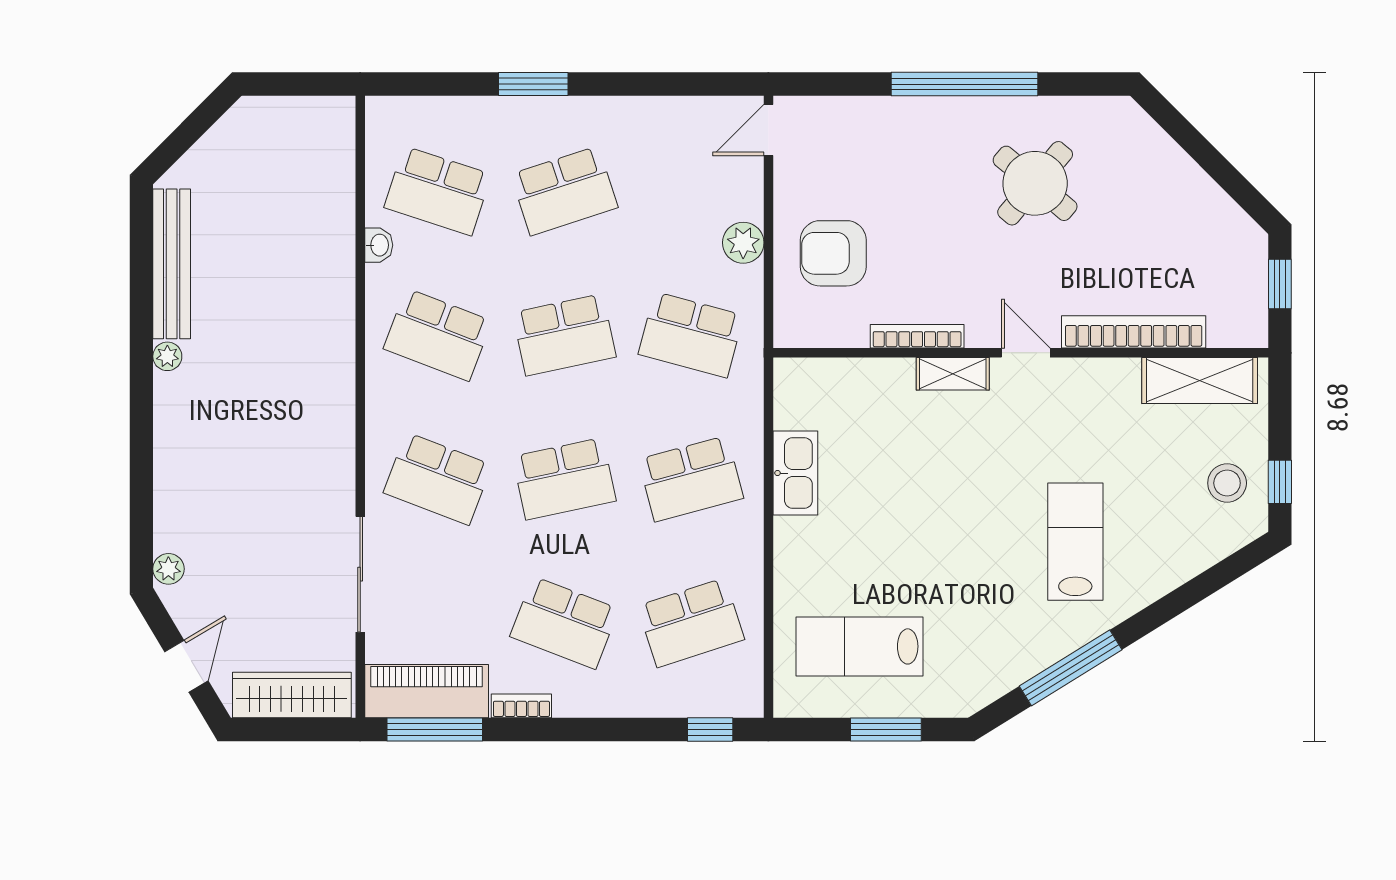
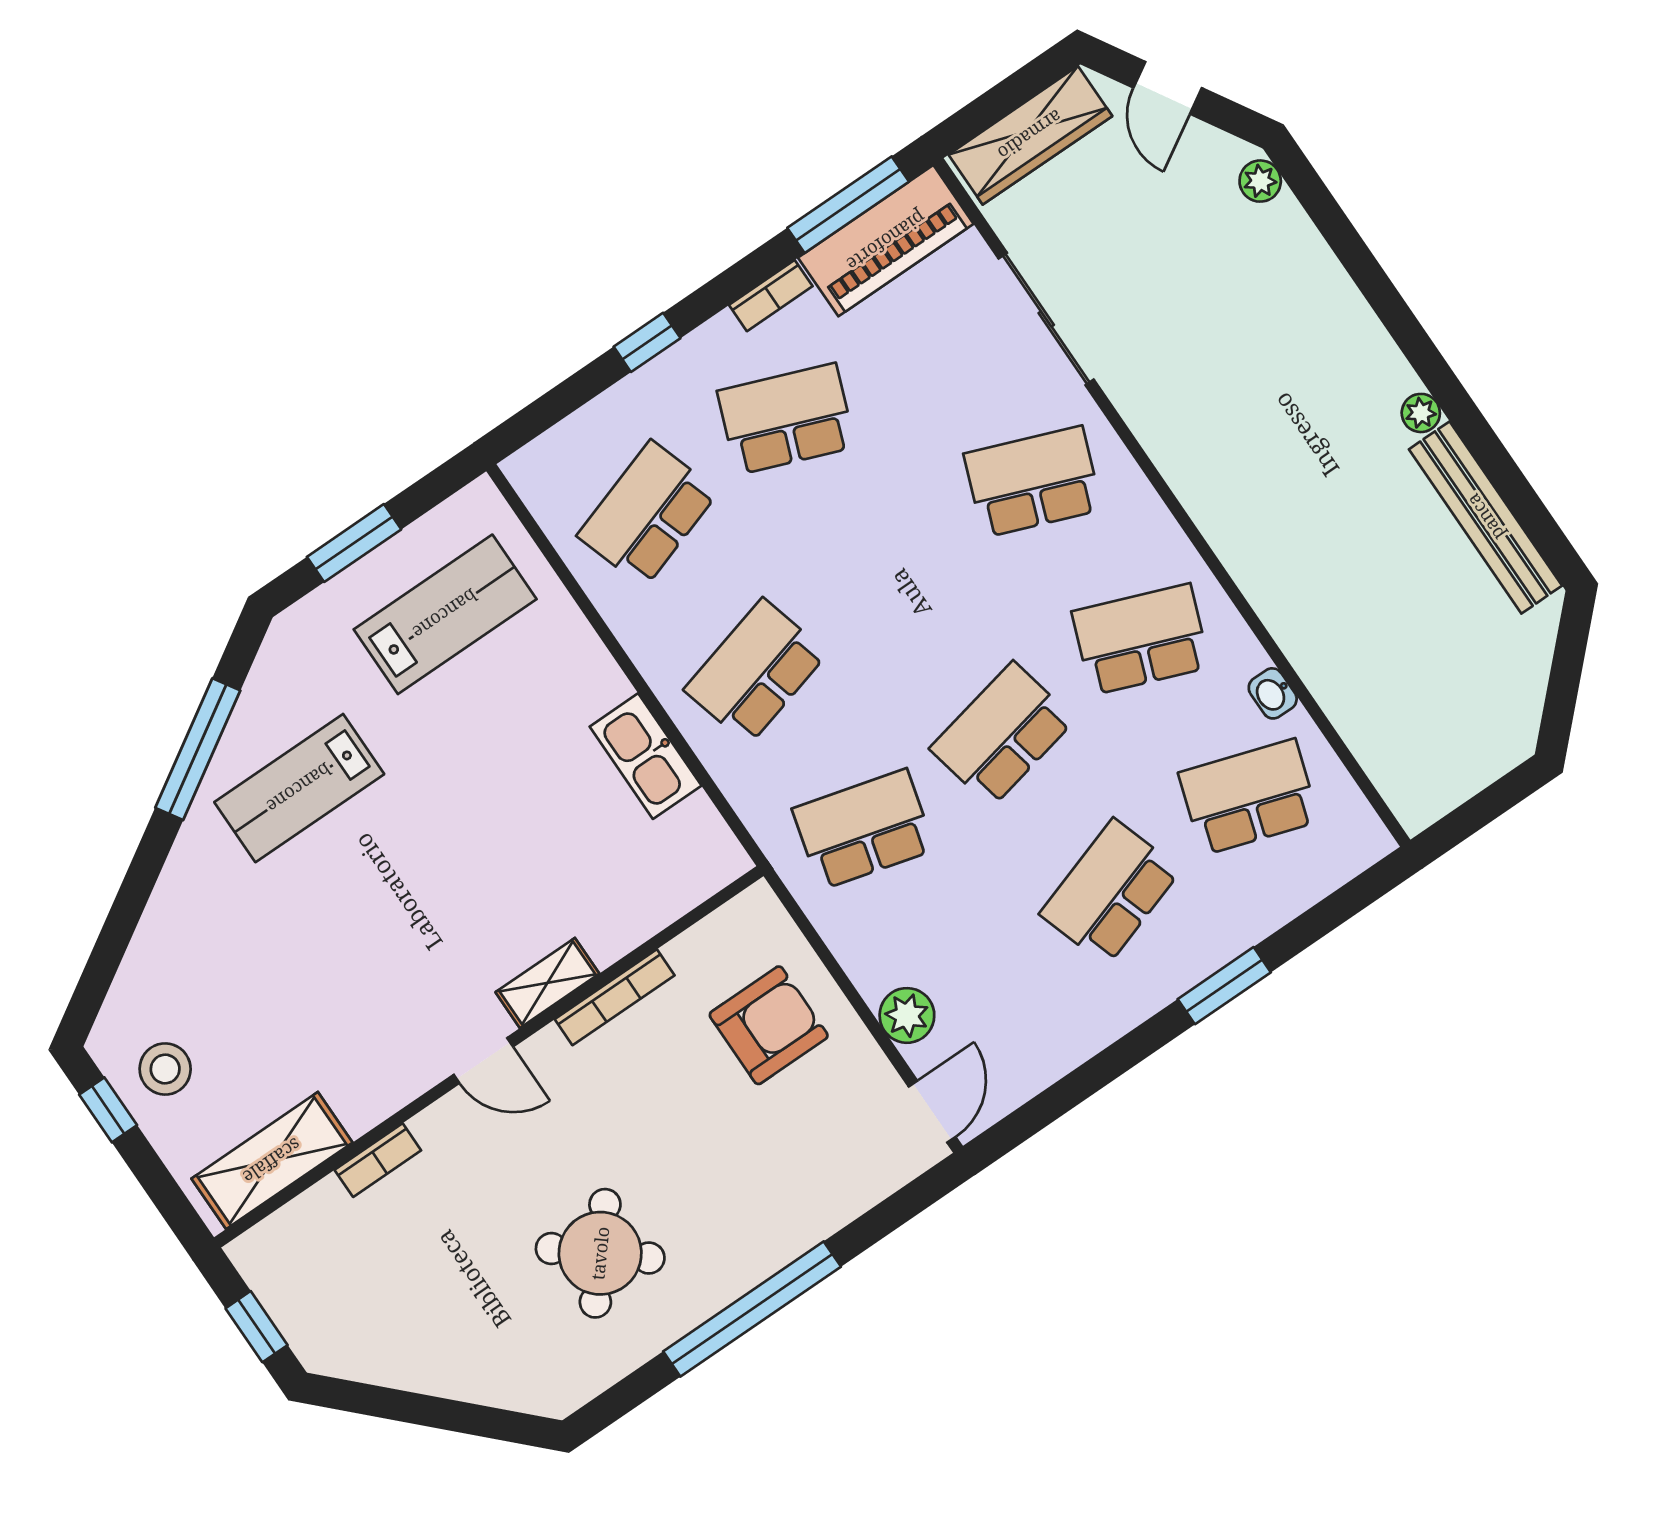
plant: (743, 243) -> (907, 1015), moved
bookcase: (1134, 332) -> (378, 1160), width x0.43, depth x0.76
school desk: (564, 479) -> (894, 577), removed
lab bench: (1075, 542) -> (299, 788), moved, turned 90
window: (710, 730) -> (647, 342), moved

